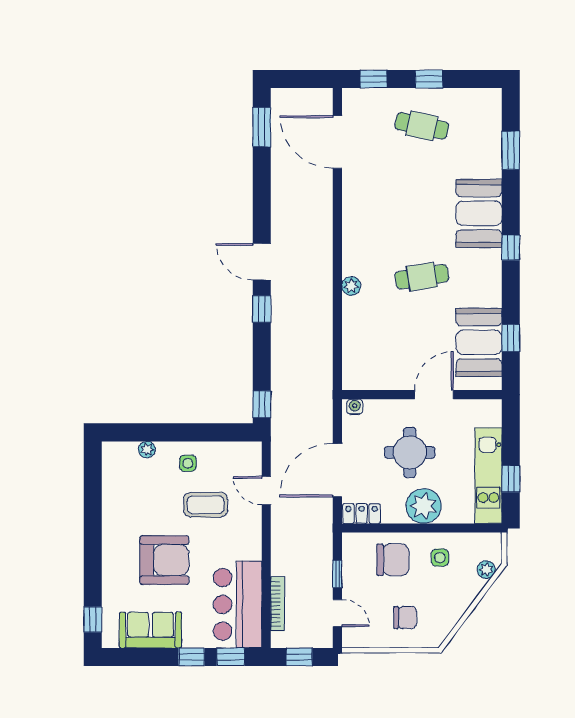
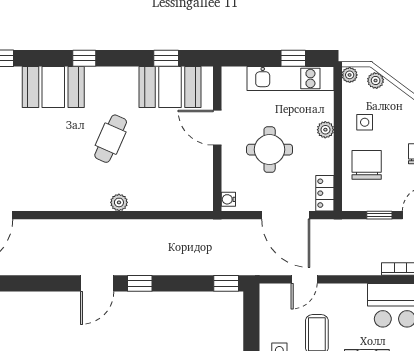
cafe table: (422, 277) -> (111, 139), turned 33
plant: (424, 506) -> (325, 130), width x0.53, depth x0.53
plant: (492, 541) -> (350, 75), added

